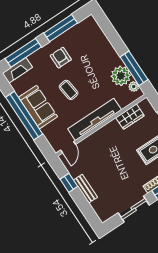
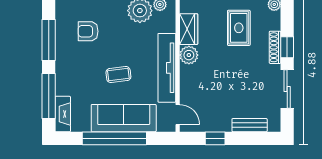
armchair: (61, 58) -> (88, 31), moved
sofa: (38, 107) -> (124, 118), width x1.36
plant: (113, 128) -> (189, 55), added
bench: (85, 189) -> (250, 125), moved

